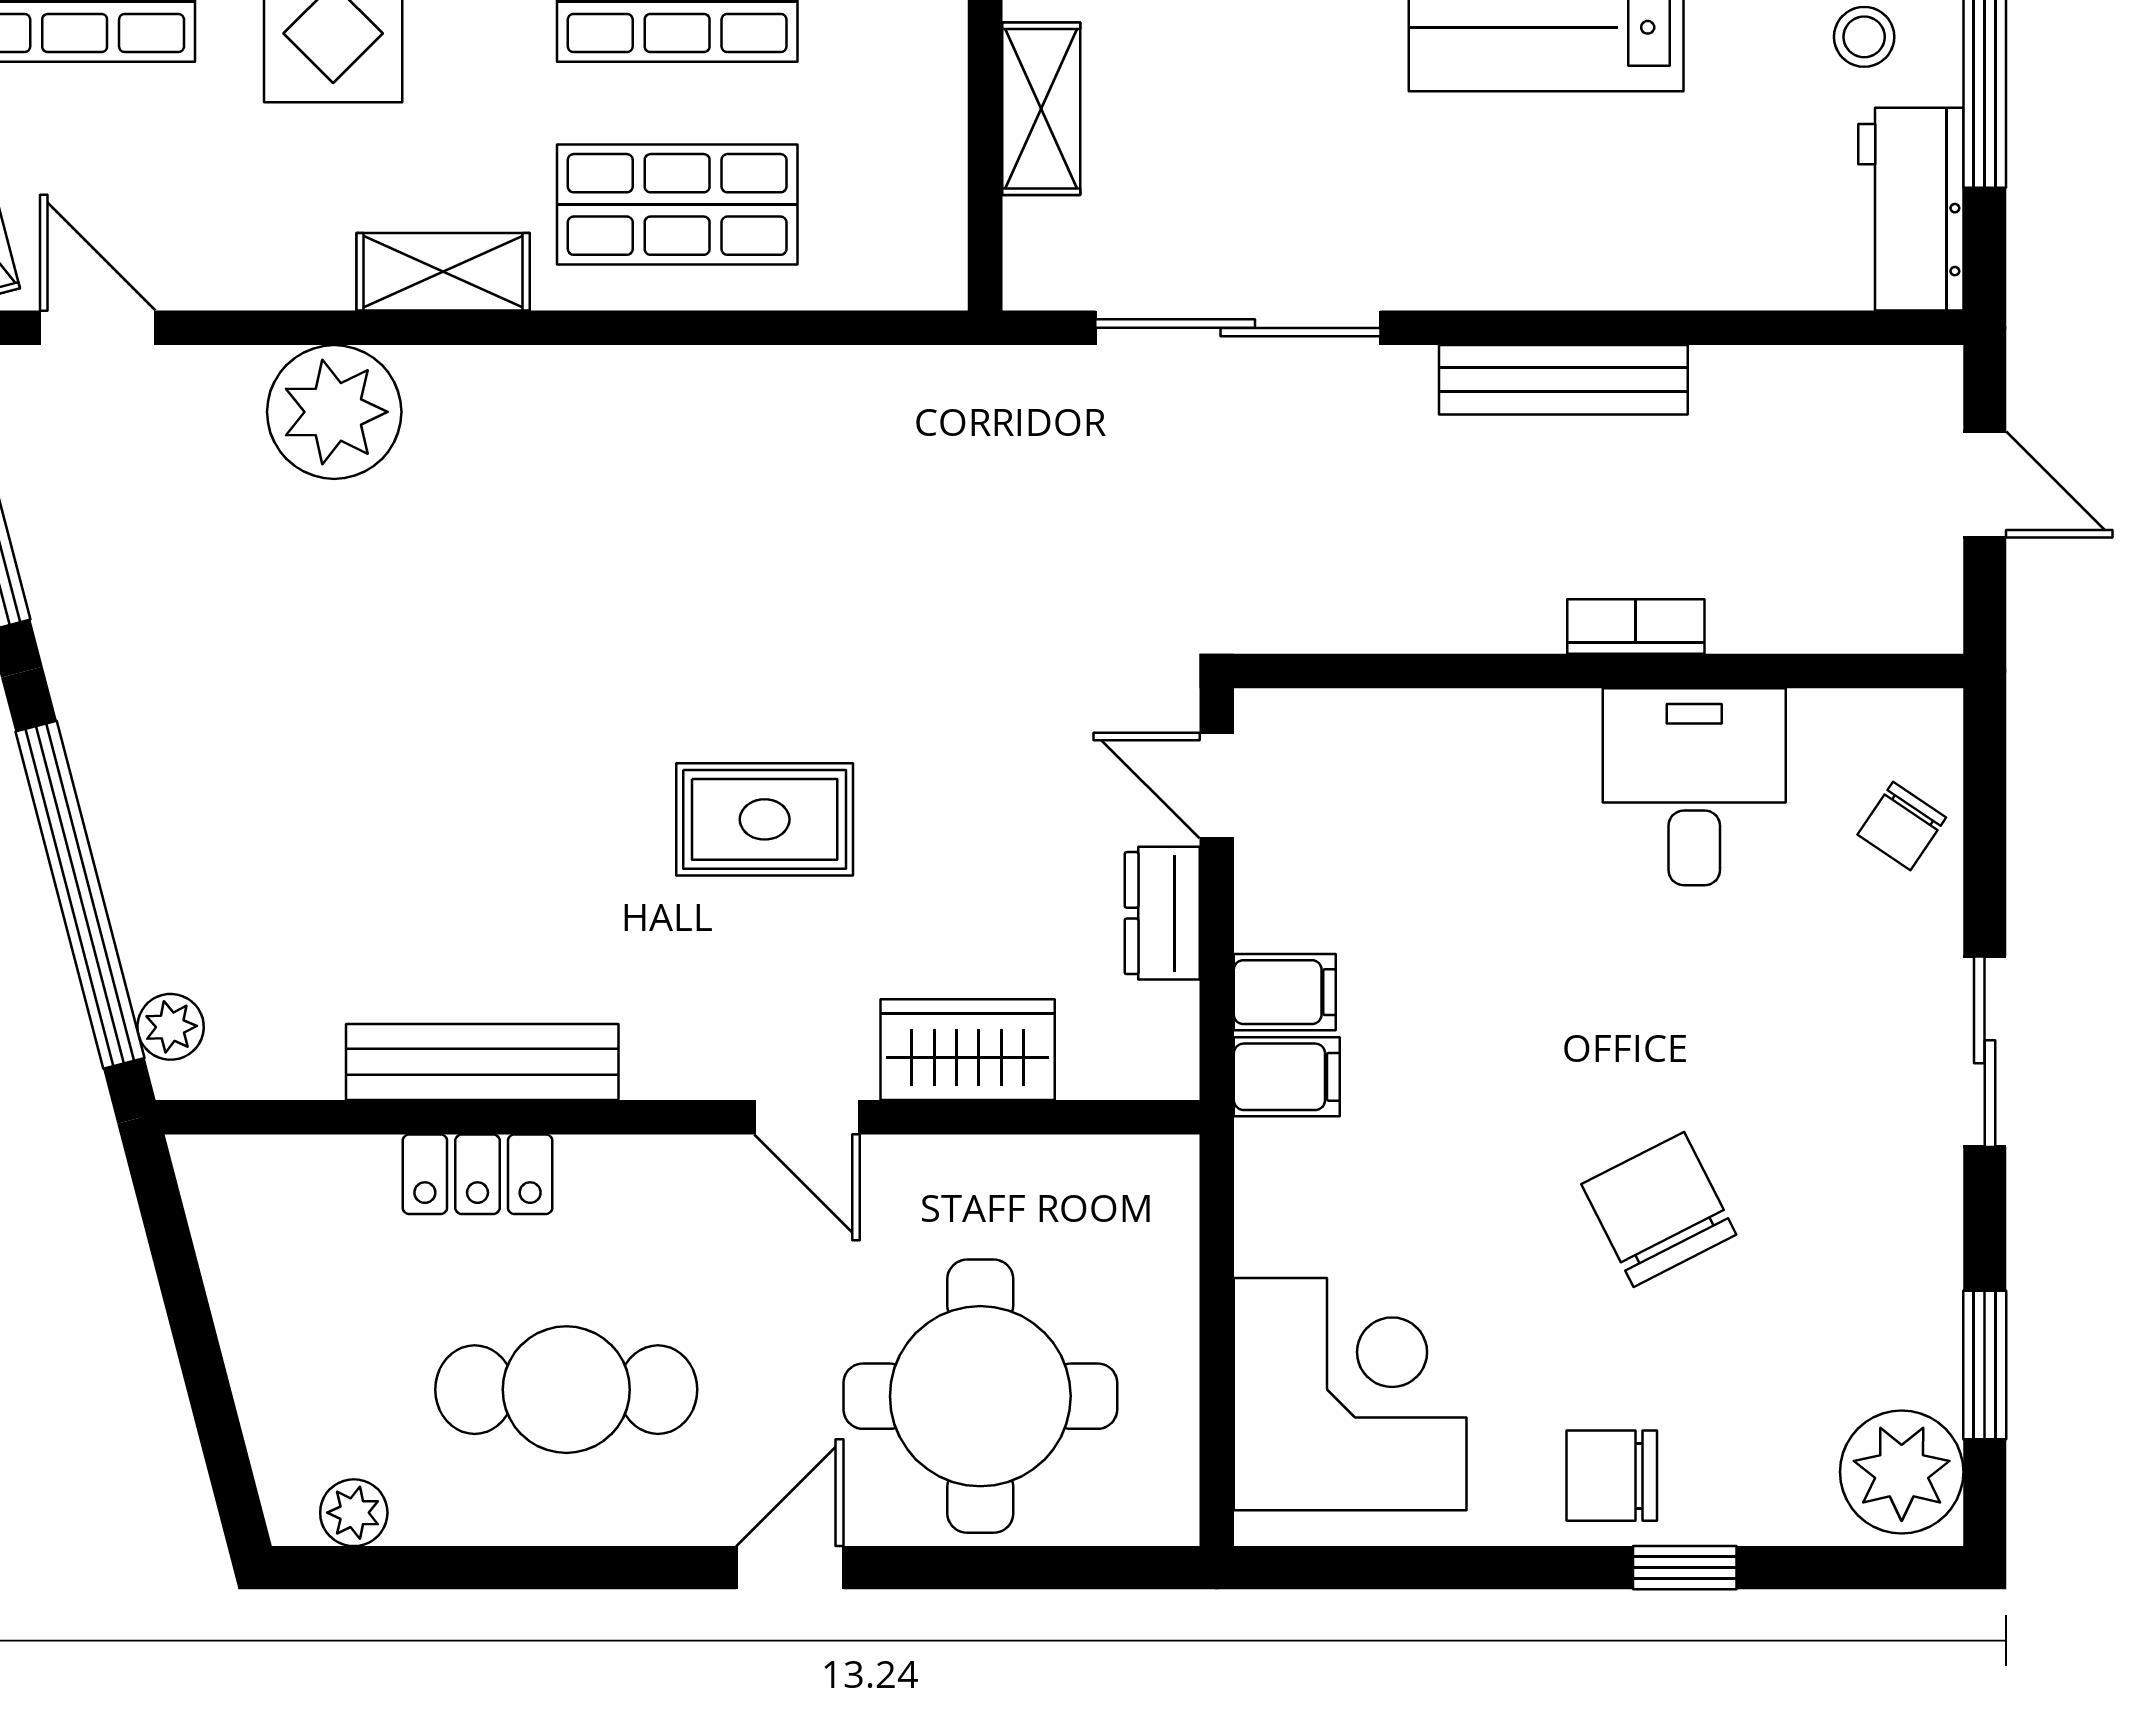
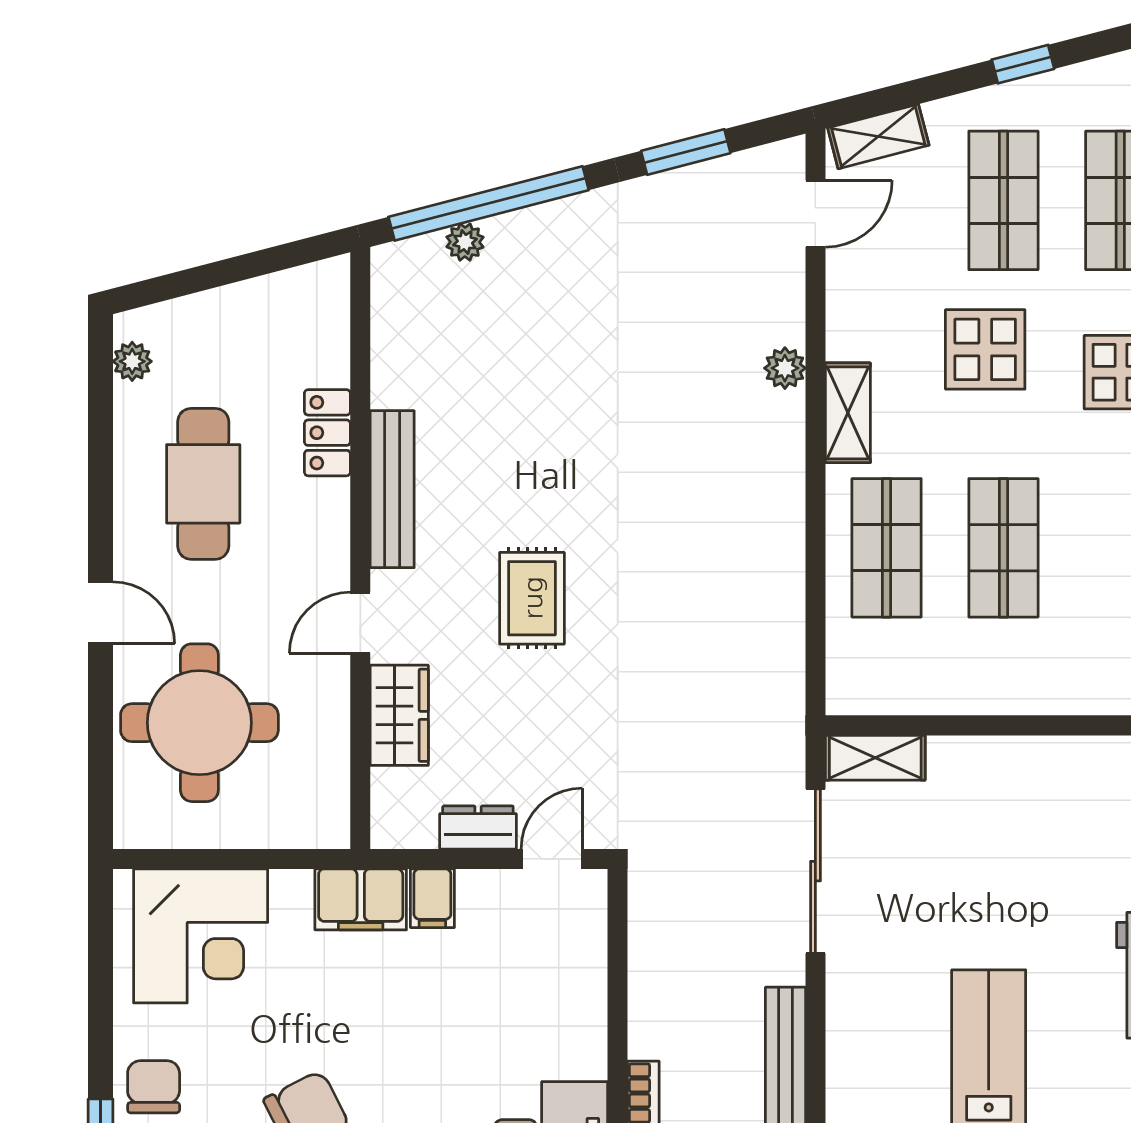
shelving: (1041, 109) -> (875, 758), moved
plant: (334, 412) -> (785, 368), width x0.53, depth x0.53
plant: (171, 1027) -> (465, 242), moved
bench: (482, 1062) -> (392, 489), moved
filing cabinet: (1287, 1077) -> (361, 899), width x2.00

